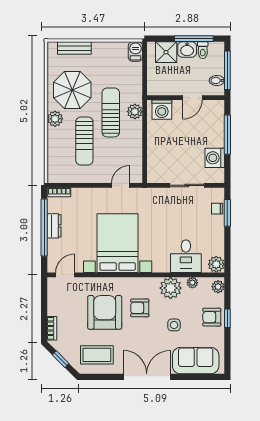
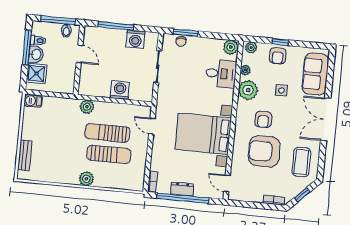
parasol: (72, 90) -> (62, 161), removed
washing machine: (162, 110) -> (120, 90), moved, turned -90
sun lounger: (111, 112) -> (107, 133), moved

